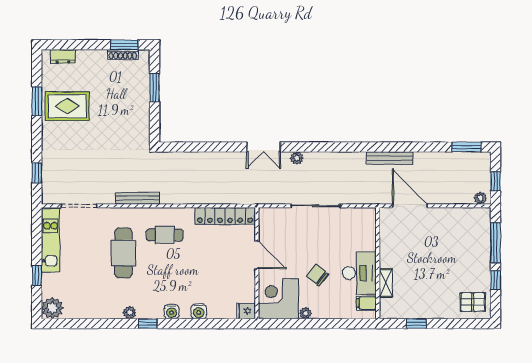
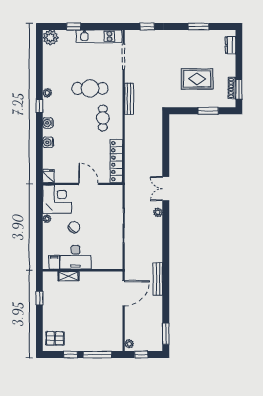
rug: (67, 106) -> (197, 79), moved, turned 90
door: (257, 255) -> (89, 184), swing flipped
pallet: (473, 302) -> (55, 338), turned 90

